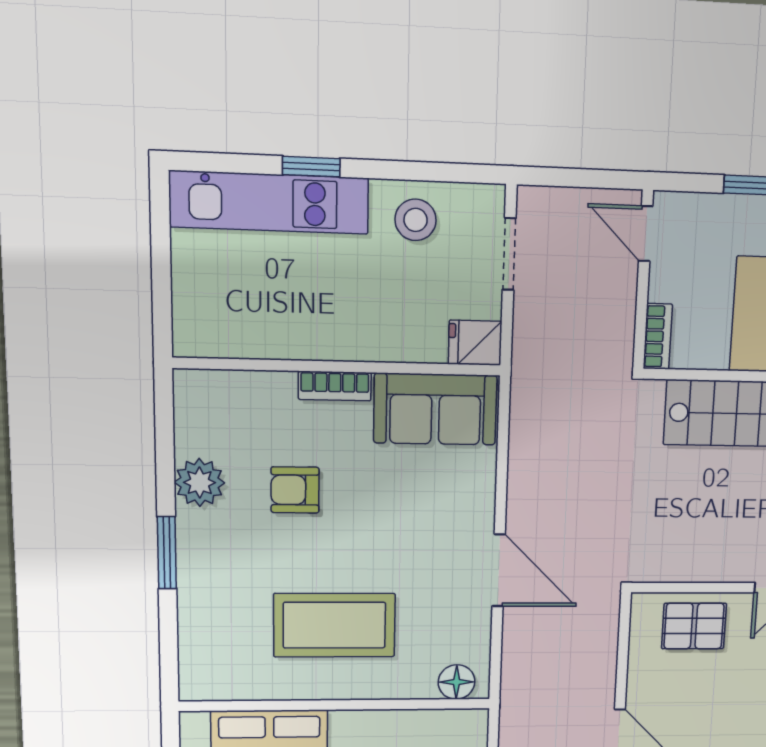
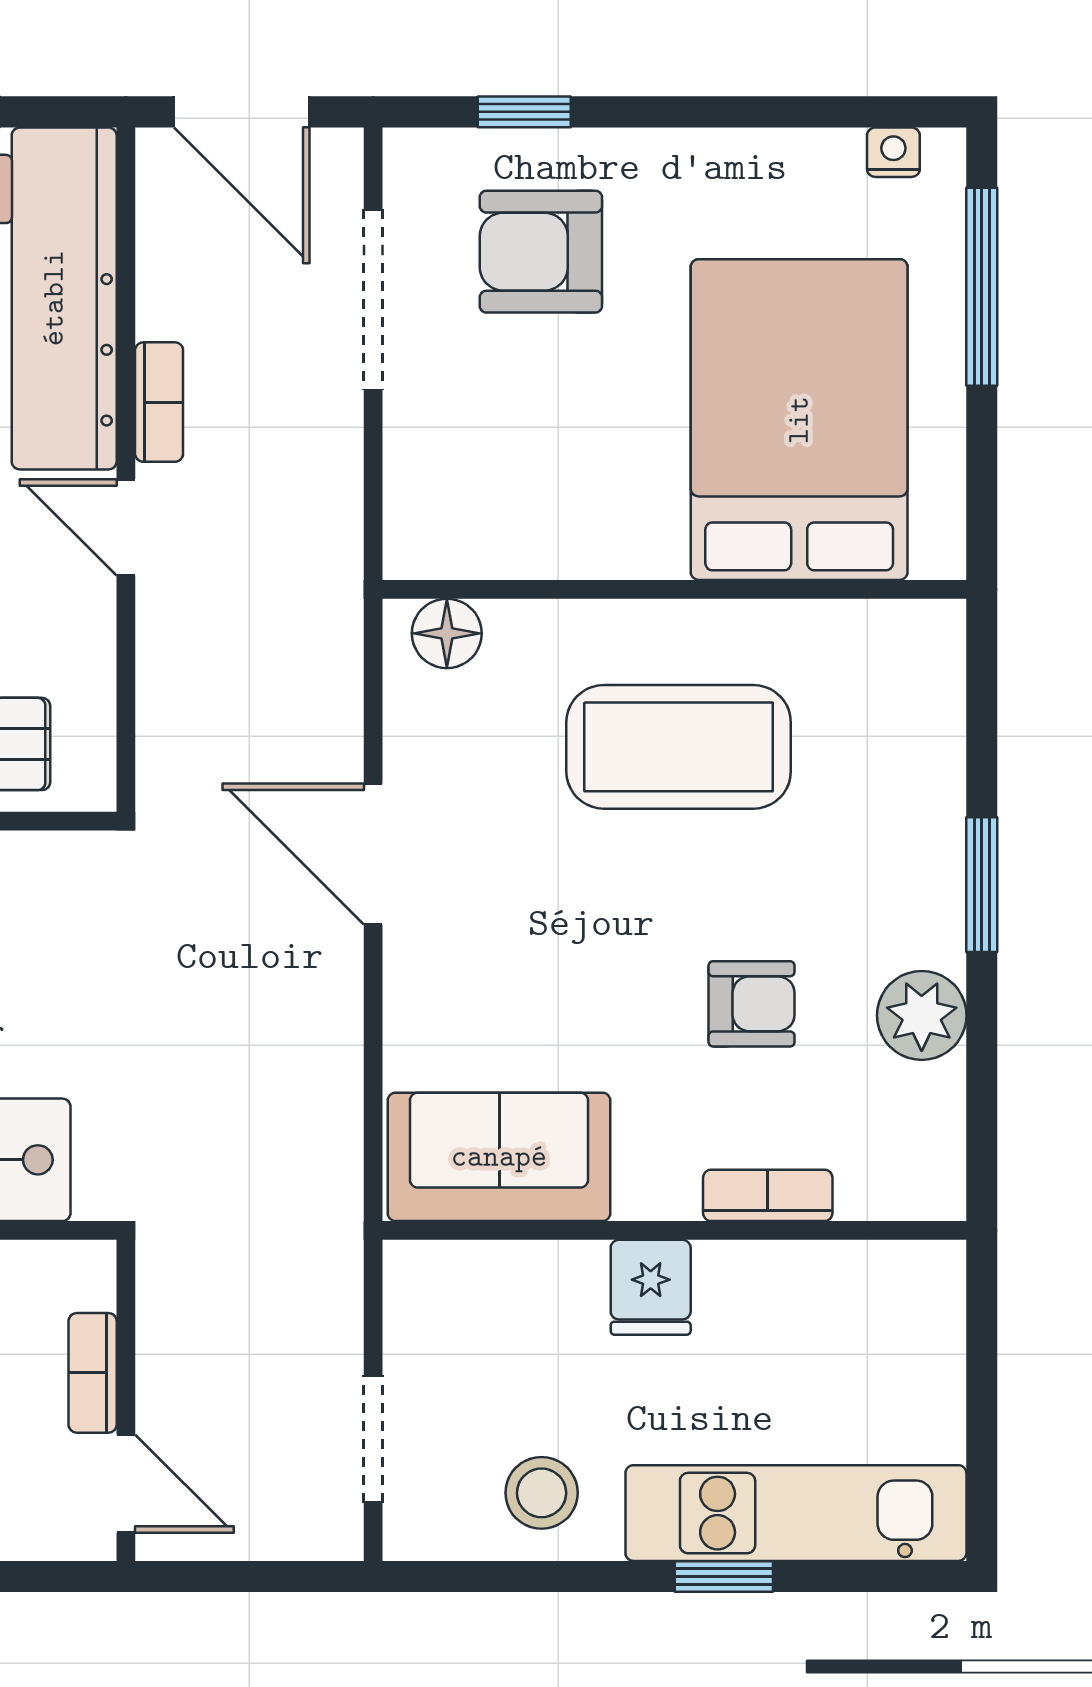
bookcase: (658, 336) -> (93, 1373), moved
fridge: (475, 343) -> (651, 1287), moved, turned 90
bookcase: (335, 386) -> (768, 1195), moved

